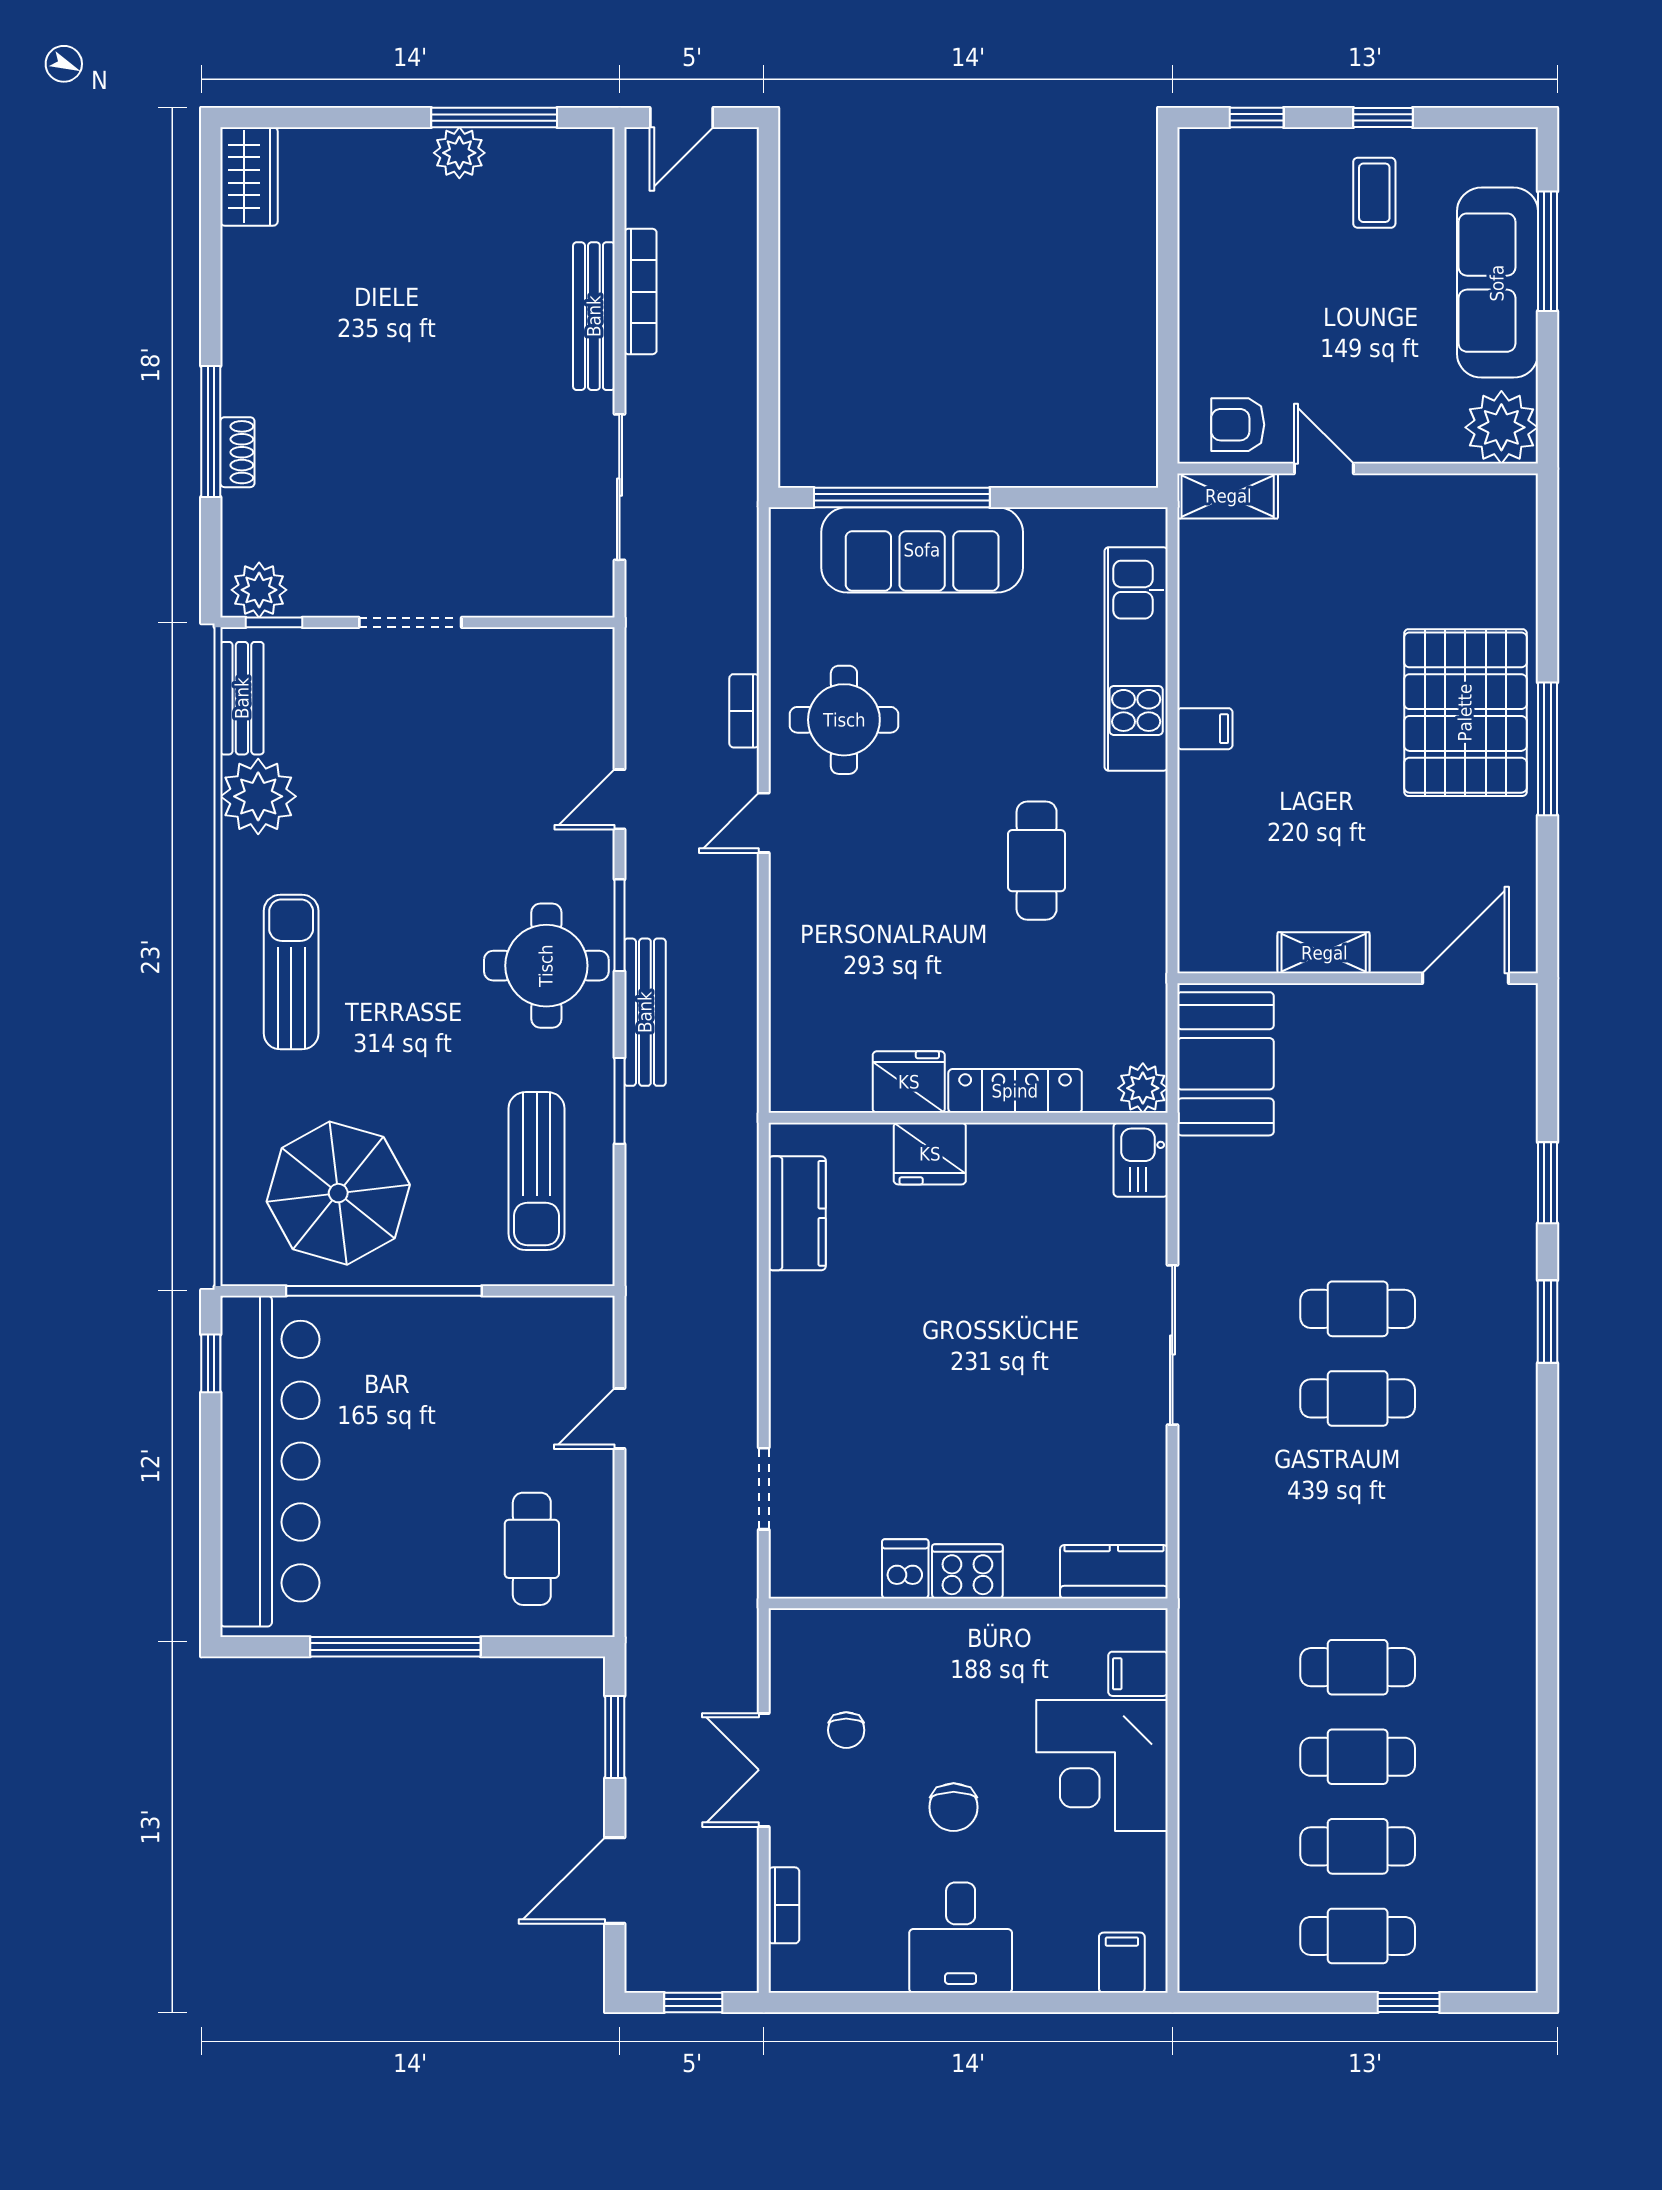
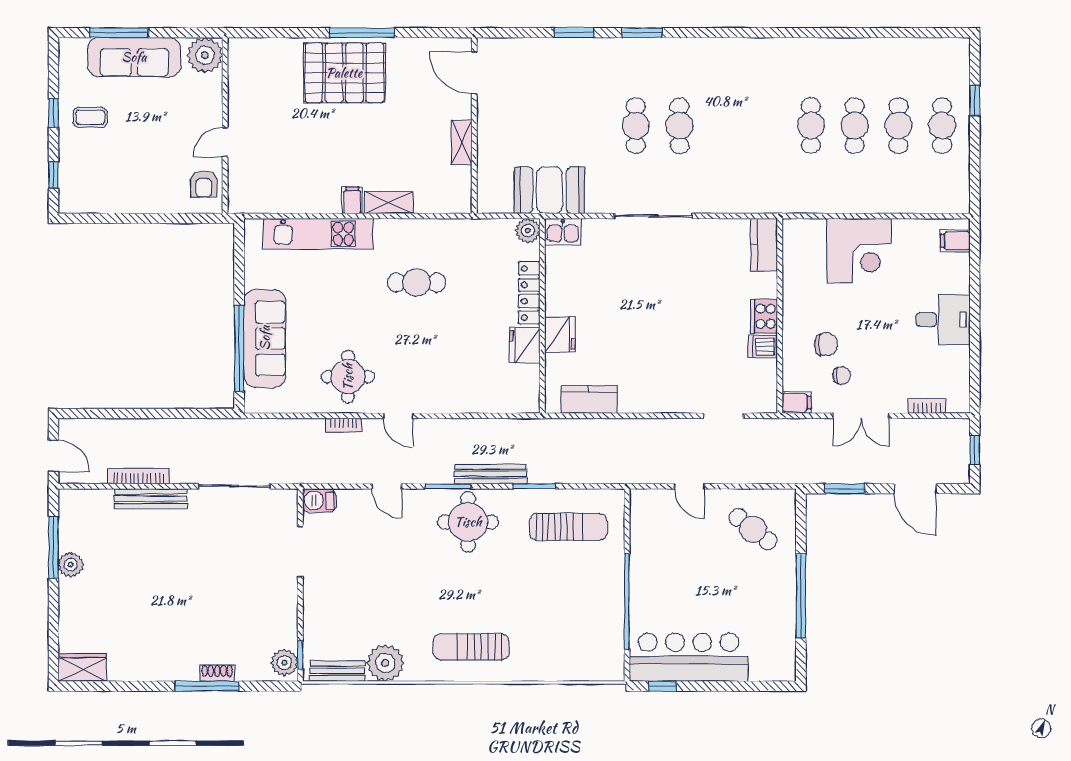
shelving: (1228, 496) -> (389, 203), moved, turned 90
doorway: (410, 622) -> (300, 552), moved
barbecue: (590, 661) -> (319, 500), added
booth: (1225, 1064) -> (549, 190), moved
parasol: (338, 1193) -> (579, 624), removed
bar counter: (270, 1461) -> (689, 657), width x0.73
cafe table: (532, 1549) -> (753, 529), turned 38
filing cabinet: (1138, 1674) -> (797, 403), moved, turned -90
chair: (954, 1807) -> (826, 344), moved

